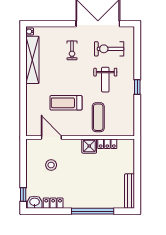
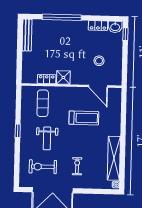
exercise bike: (109, 49) -> (43, 167), turned 180
weight bench: (105, 80) -> (47, 138), turned 180
exercise mat: (98, 117) -> (43, 103), moved

